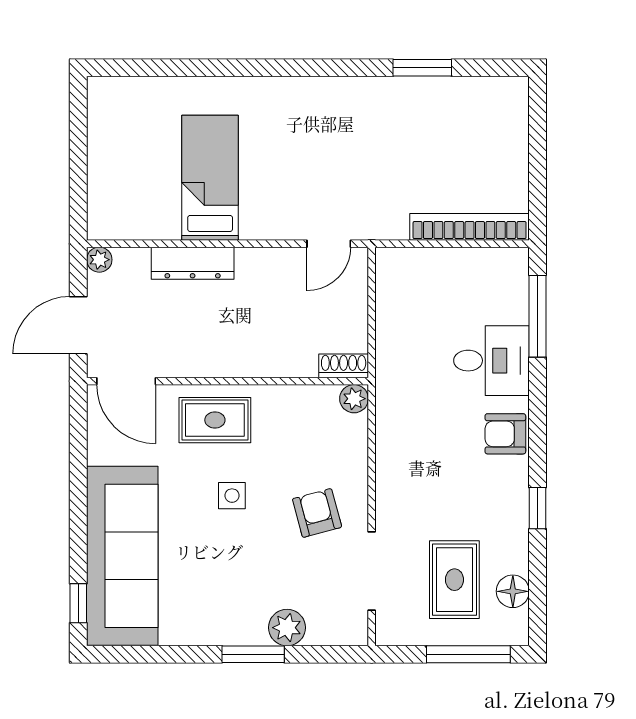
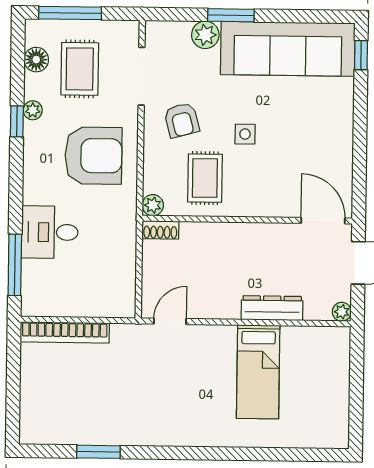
rug: (215, 420) -> (205, 178), moved, turned 90
armchair: (505, 434) -> (93, 156), moved, width x1.88, depth x1.88
plant: (516, 523) -> (33, 110), added
sofa: (122, 556) -> (288, 49), moved, turned -90

